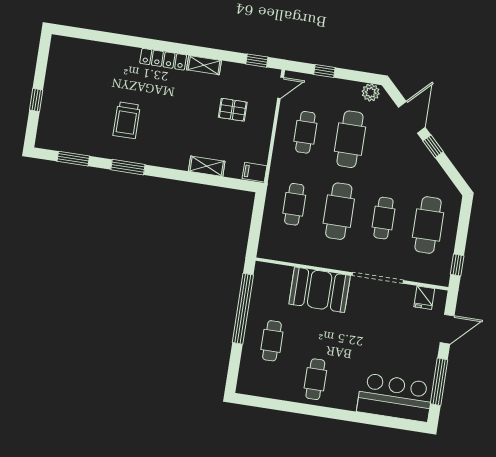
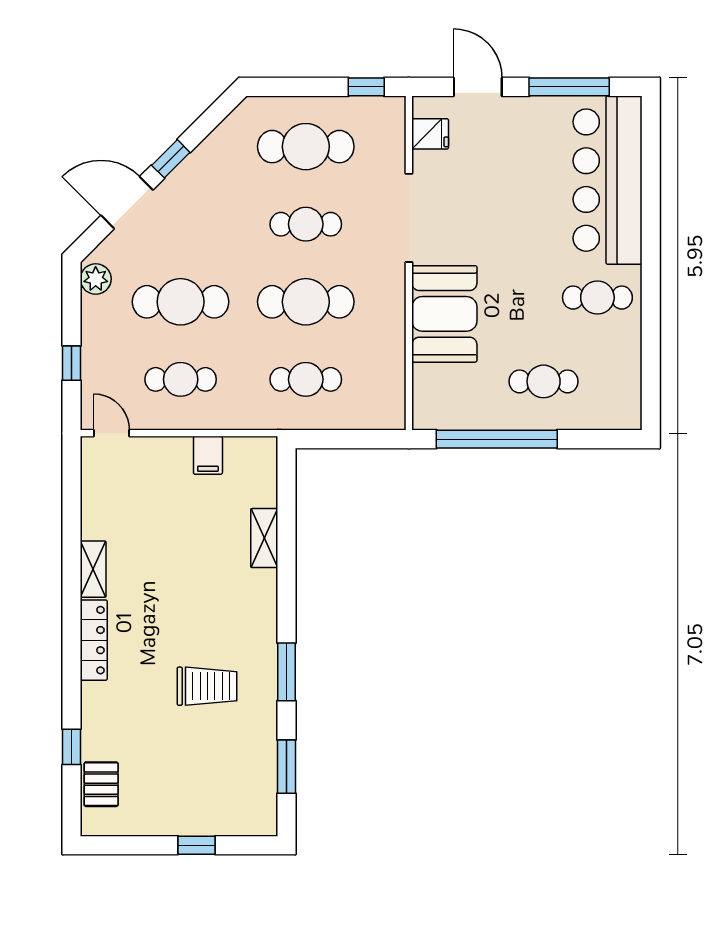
window: (257, 61) -> (71, 747), moved
pallet: (233, 110) -> (101, 784), moved
filing cabinet: (254, 172) -> (208, 455), moved
bar counter: (395, 397) -> (607, 180), width x1.36

